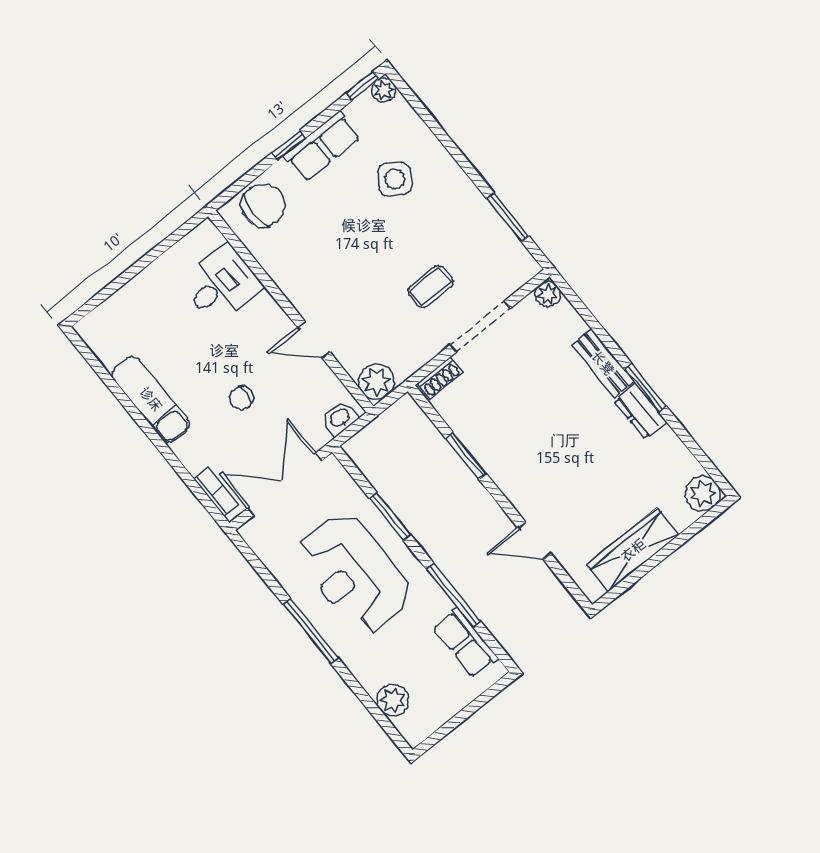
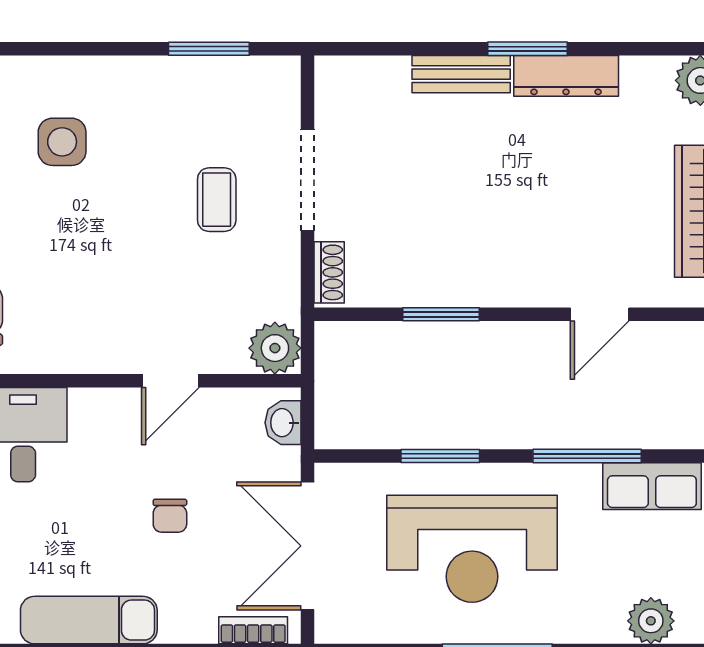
side table: (395, 179) -> (62, 142), turned -35
plant: (548, 294) -> (333, 74), removed
dresser: (640, 411) -> (566, 76), width x1.44

